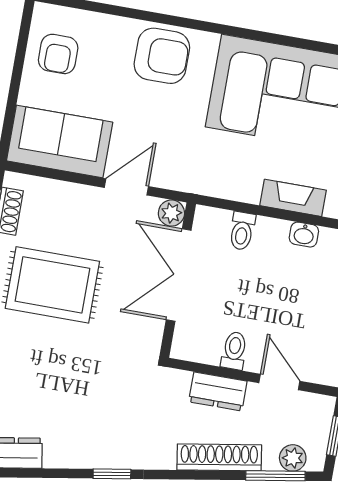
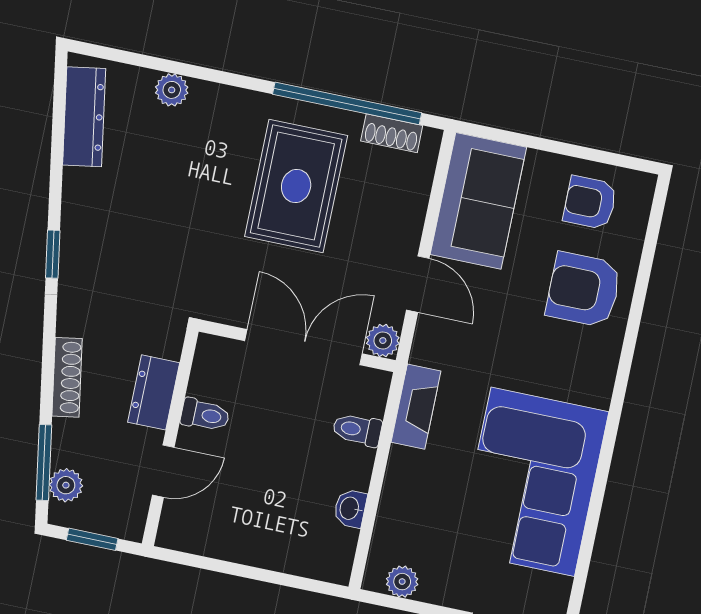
armchair: (162, 56) -> (584, 290), moved, turned 90
fireplace: (293, 198) -> (416, 407), moved
shoe rack: (219, 457) -> (67, 377), width x0.74, depth x0.81

